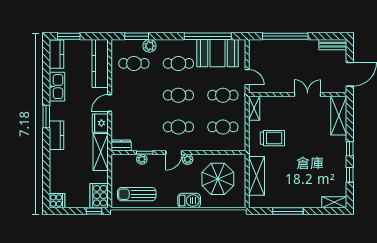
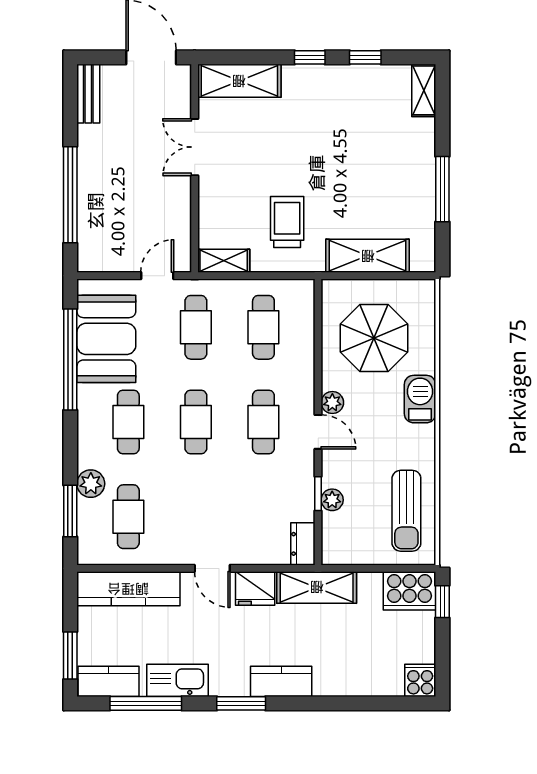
window: (46, 72) -> (146, 703), added

